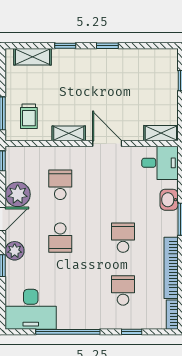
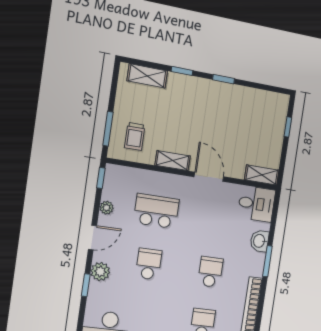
school desk: (60, 185) -> (156, 211), width x1.85
plant: (18, 194) -> (107, 208), width x0.53, depth x0.53
school desk: (60, 238) -> (149, 264), turned 180

